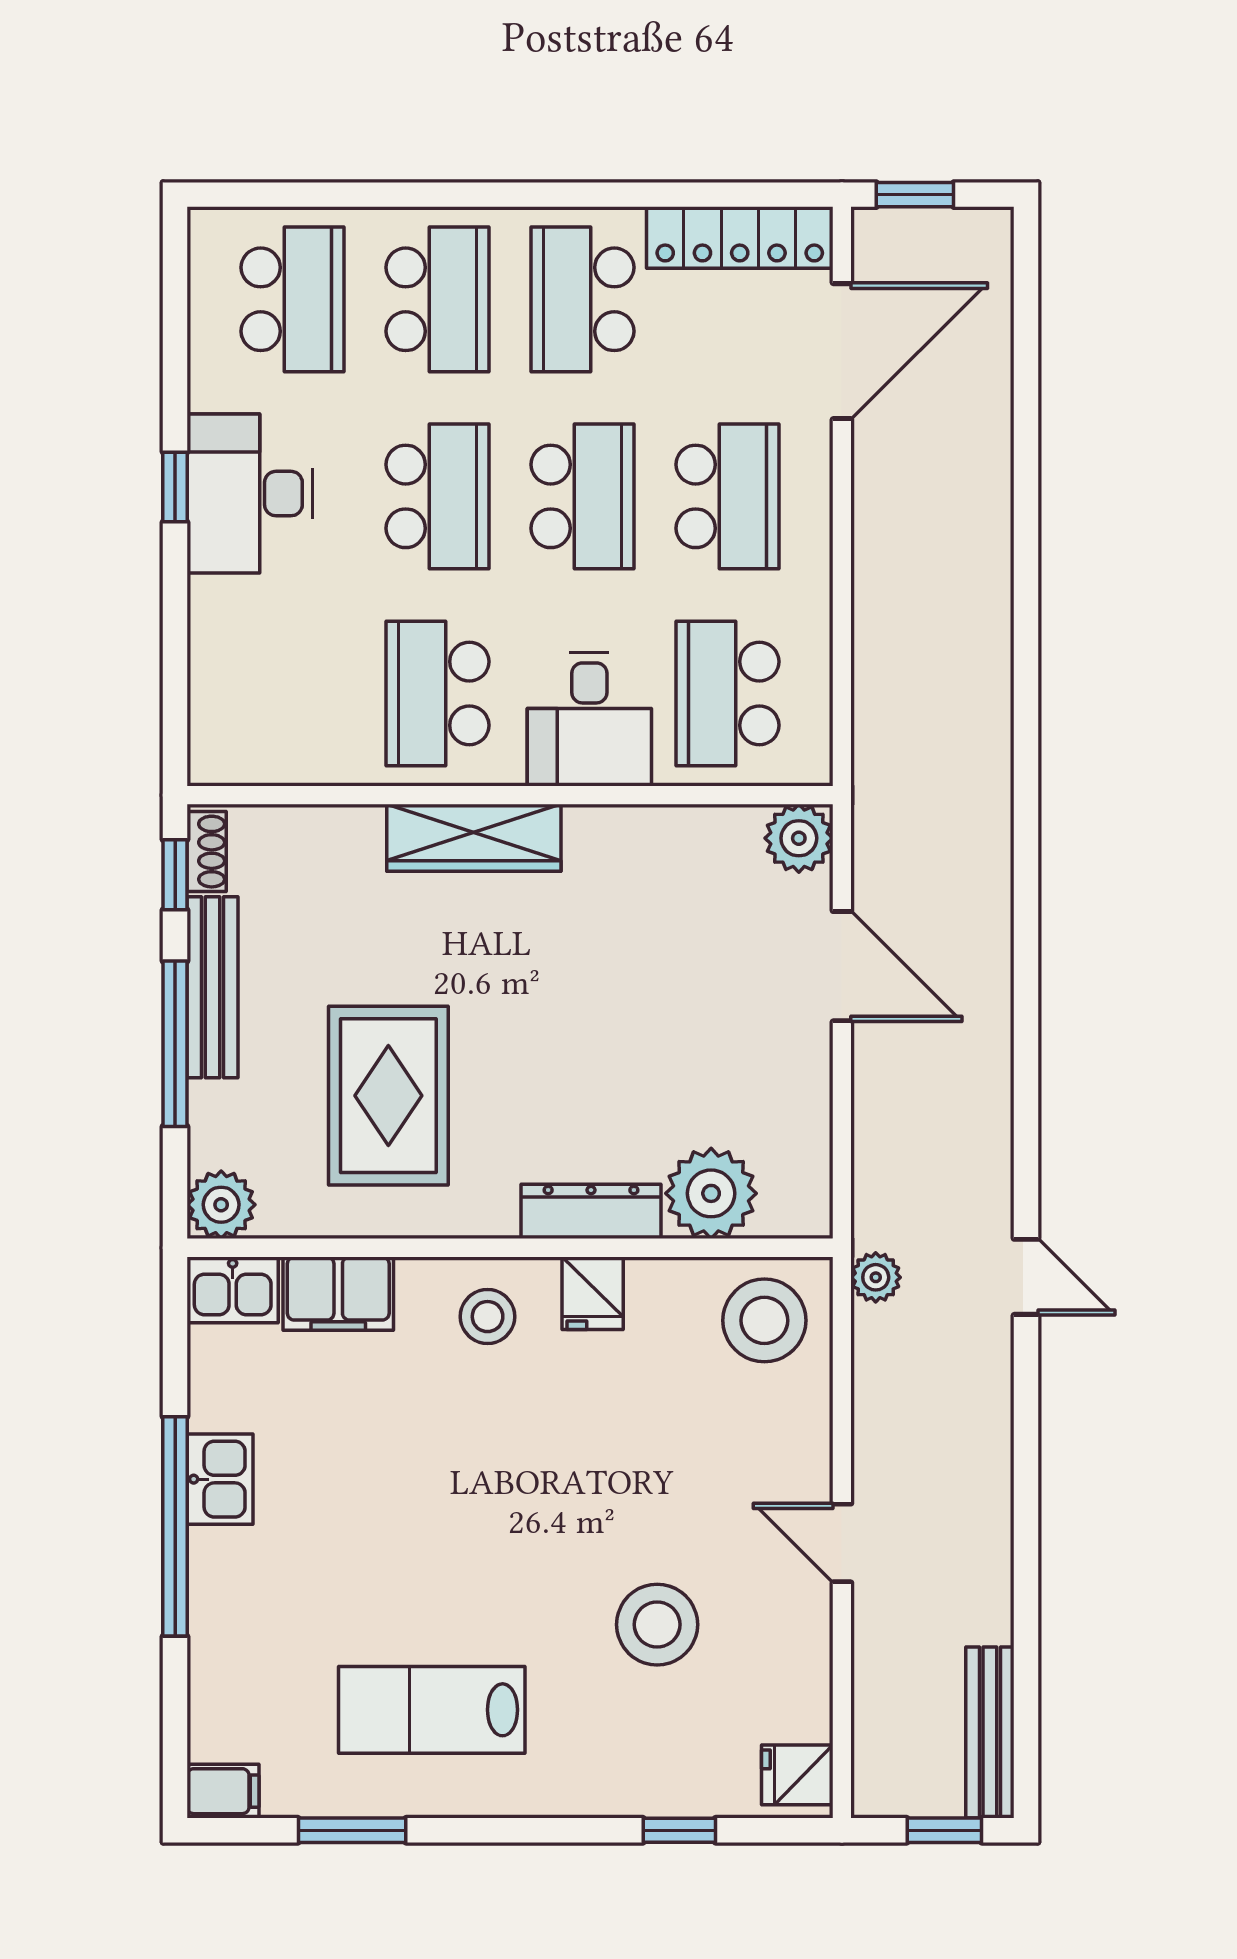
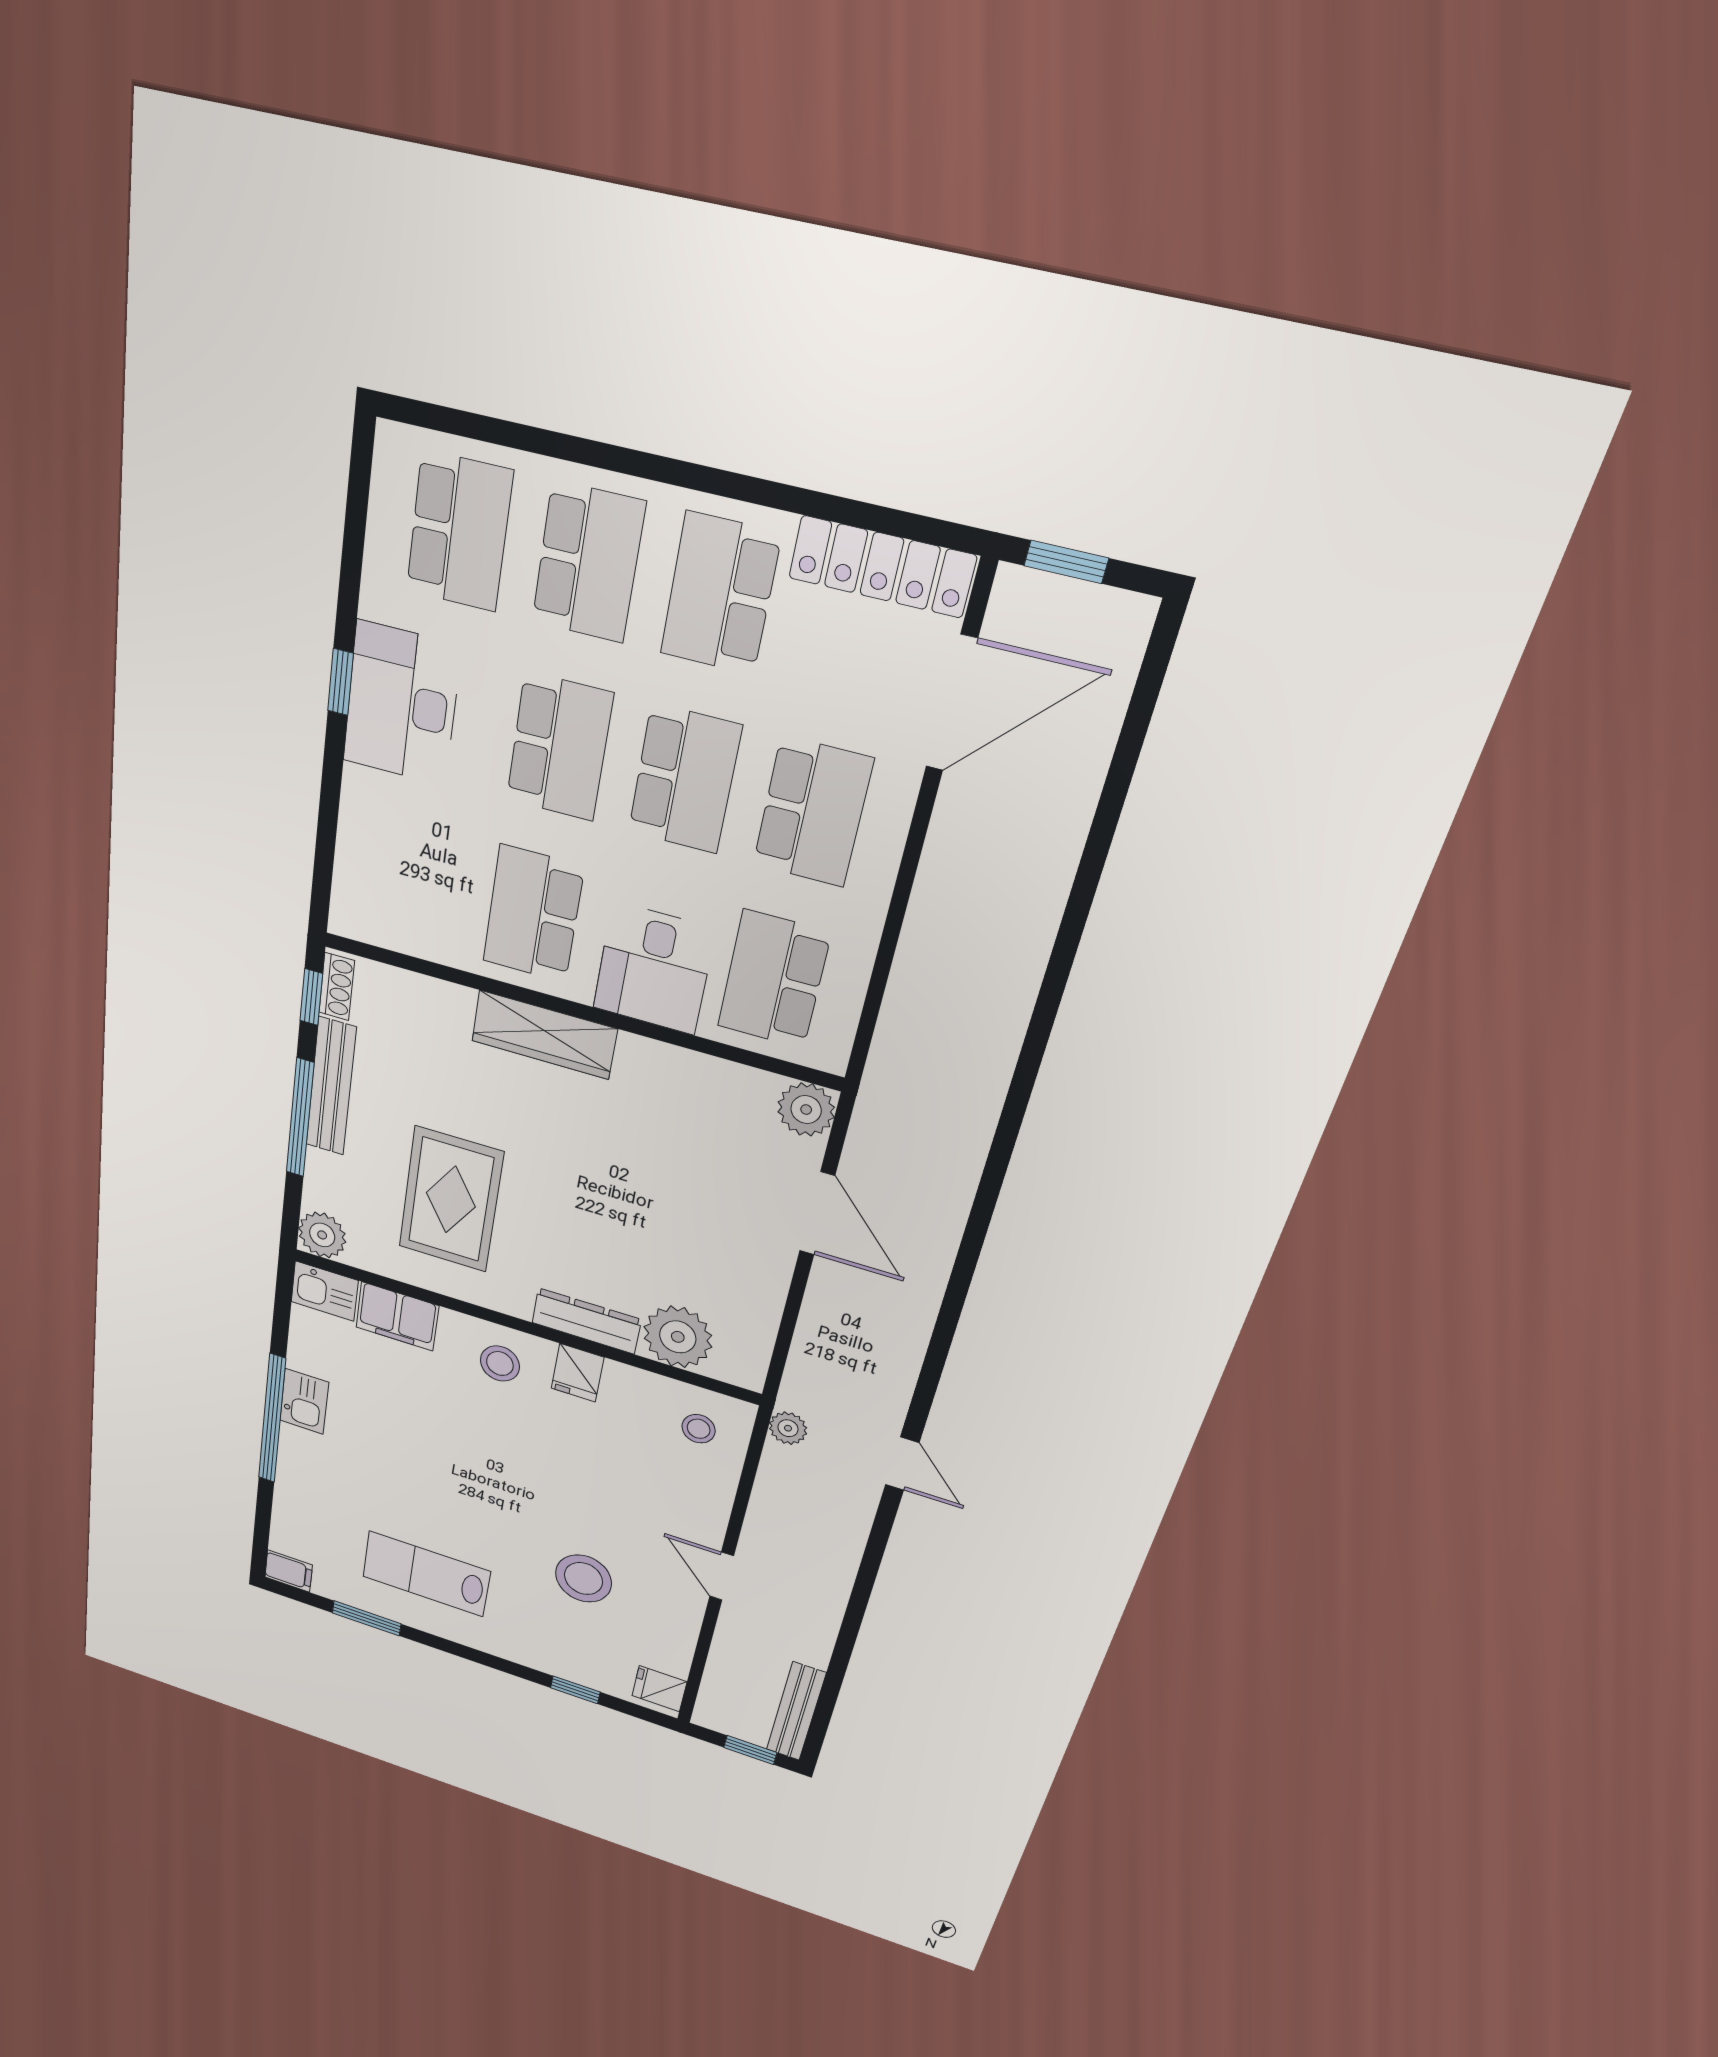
stool: (764, 1320) -> (699, 1429), width x0.53, depth x0.53

